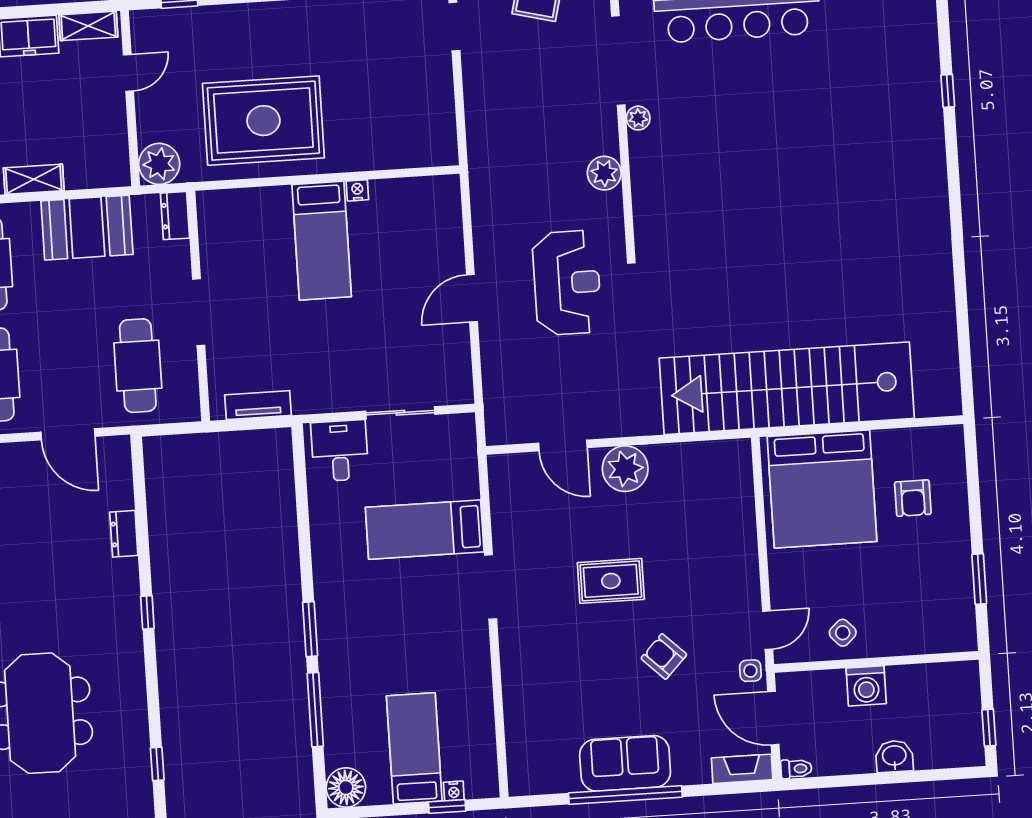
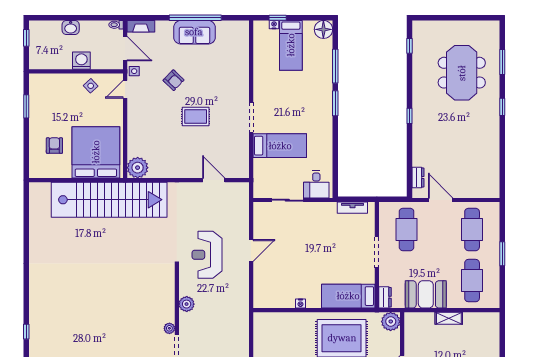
bed: (322, 241) -> (348, 296), moved, turned -90
plant: (625, 469) -> (138, 168), moved
dresser: (124, 534) -> (418, 178), moved

